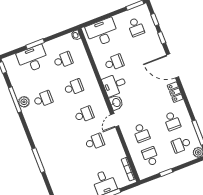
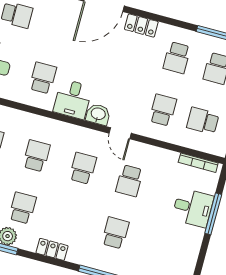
school desk: (172, 121) -> (177, 58), turned 90
locker: (33, 128) -> (52, 249), added
school desk: (141, 133) -> (163, 110), turned -90
school desk: (95, 142) -> (129, 181), turned 180
school desk: (64, 154) -> (115, 233), added

